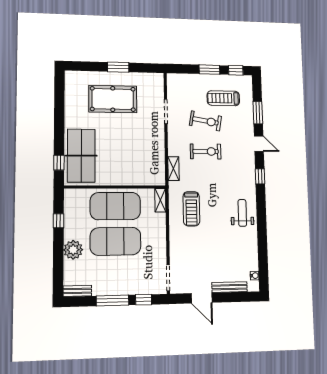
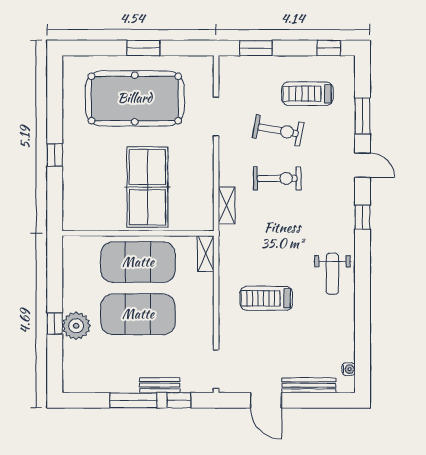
window: (209, 70) -> (256, 48), moved
pool table: (113, 99) -> (135, 98), width x1.36, depth x1.32
table tennis table: (81, 156) -> (147, 187), moved
window: (59, 163) -> (55, 155), moved
treadmill: (191, 209) -> (266, 298), moved, turned 90
weight bench: (242, 213) -> (332, 274), turned 180
window: (58, 221) -> (55, 323), moved
bench: (77, 291) -> (160, 385), moved

